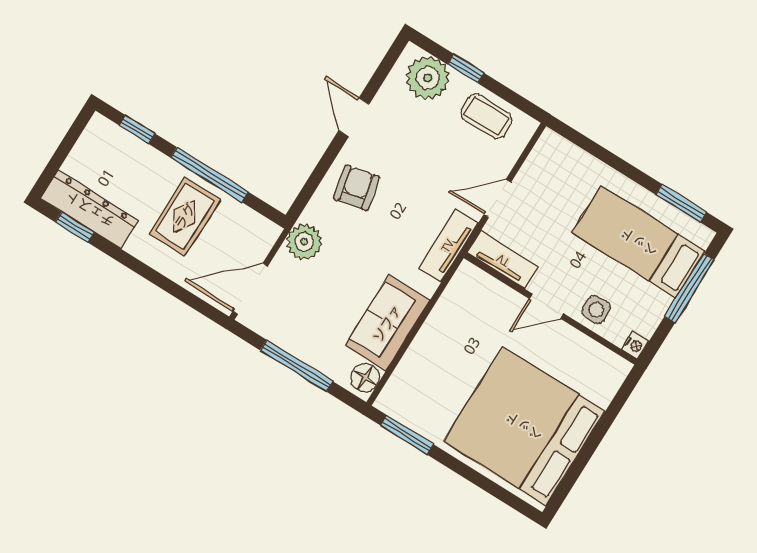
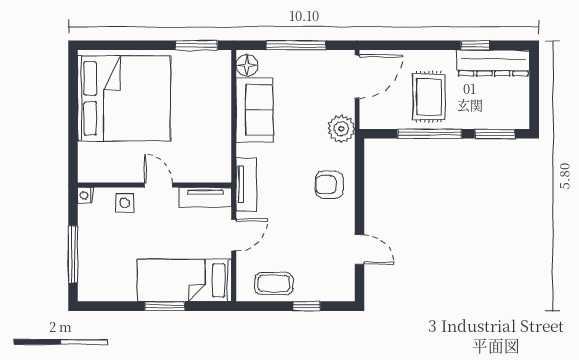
plant: (428, 78) -> (327, 285), removed
door: (354, 117) -> (359, 249), moved
window: (137, 129) -> (495, 134), width x1.50
armchair: (356, 188) -> (329, 185), turned 102
window: (681, 203) -> (165, 306), moved
window: (75, 227) -> (475, 45), moved
bed: (639, 242) -> (184, 280), moved, turned 180
door: (546, 306) -> (158, 185), hinge flipped

